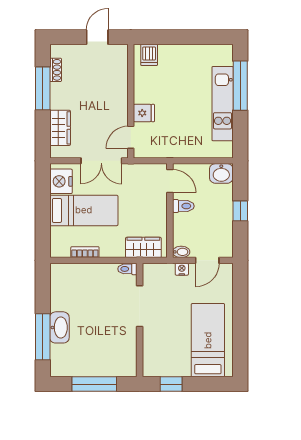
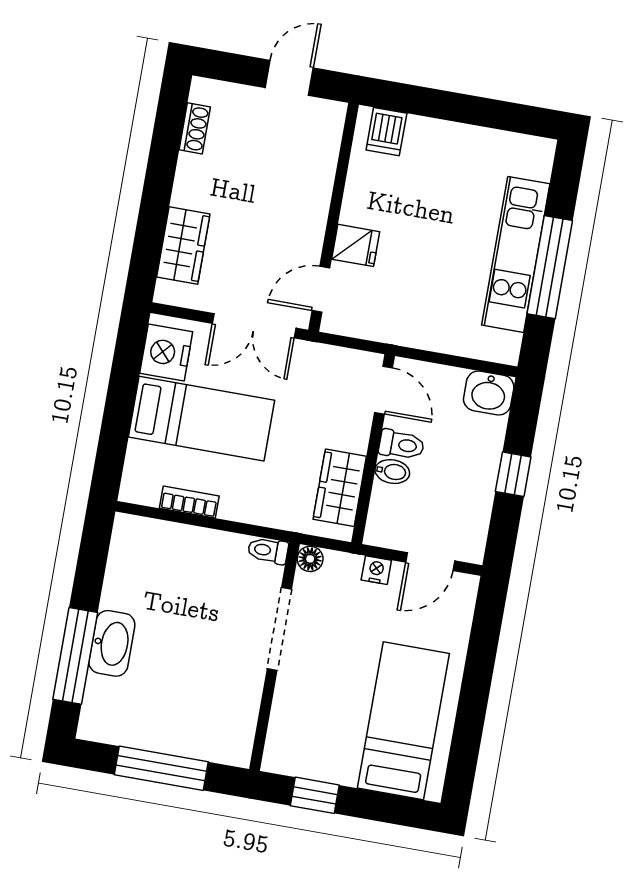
window: (240, 86) -> (550, 267), moved
window: (43, 88) -> (163, 161), removed
wardrobe: (143, 247) -> (340, 488), moved, turned -90
bidet: (181, 252) -> (392, 472), moved
floor lamp: (149, 269) -> (310, 559), added

